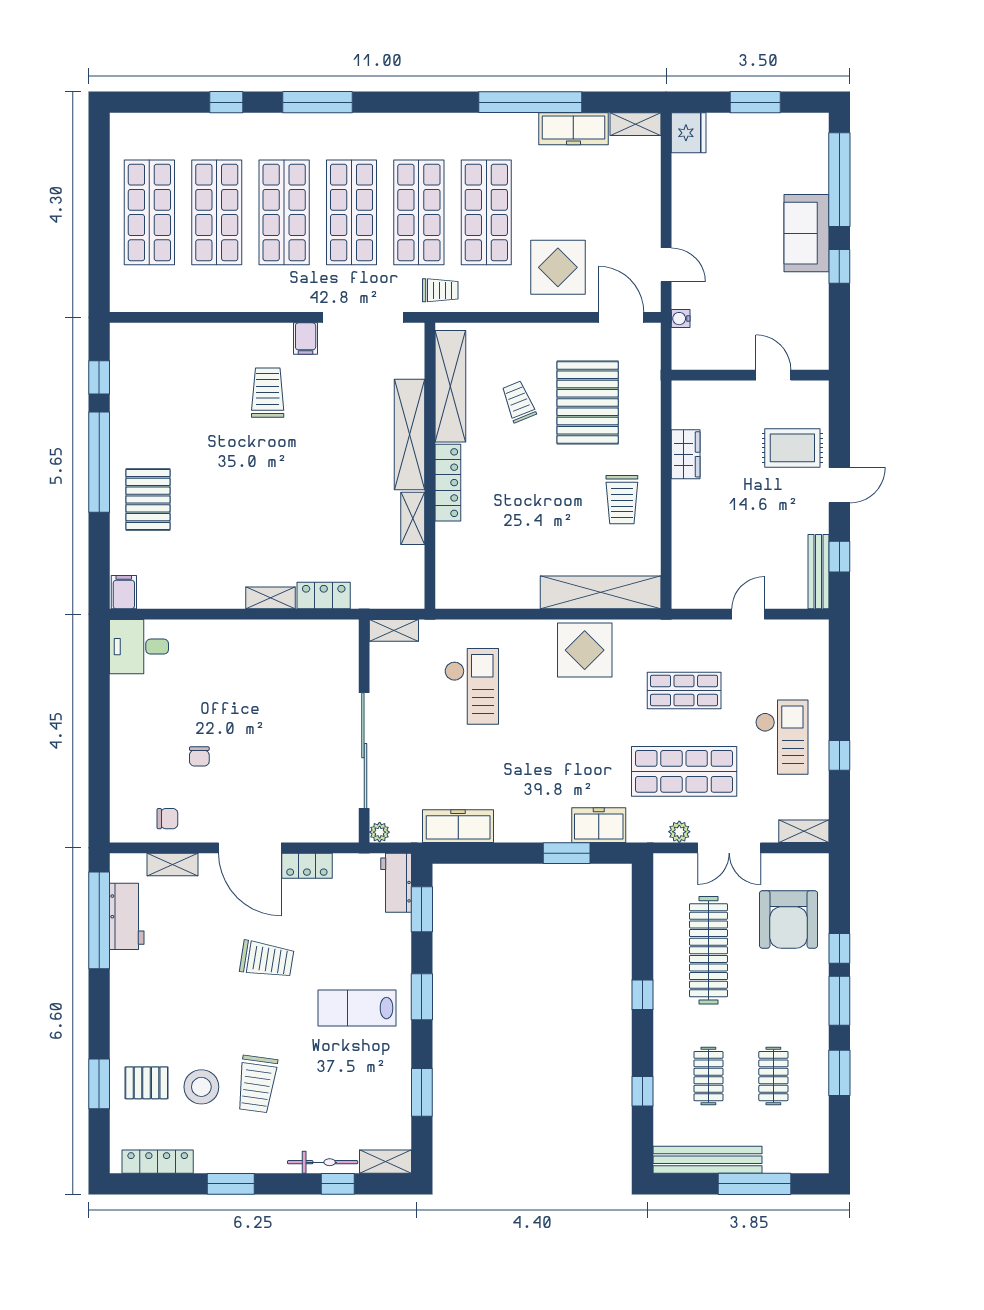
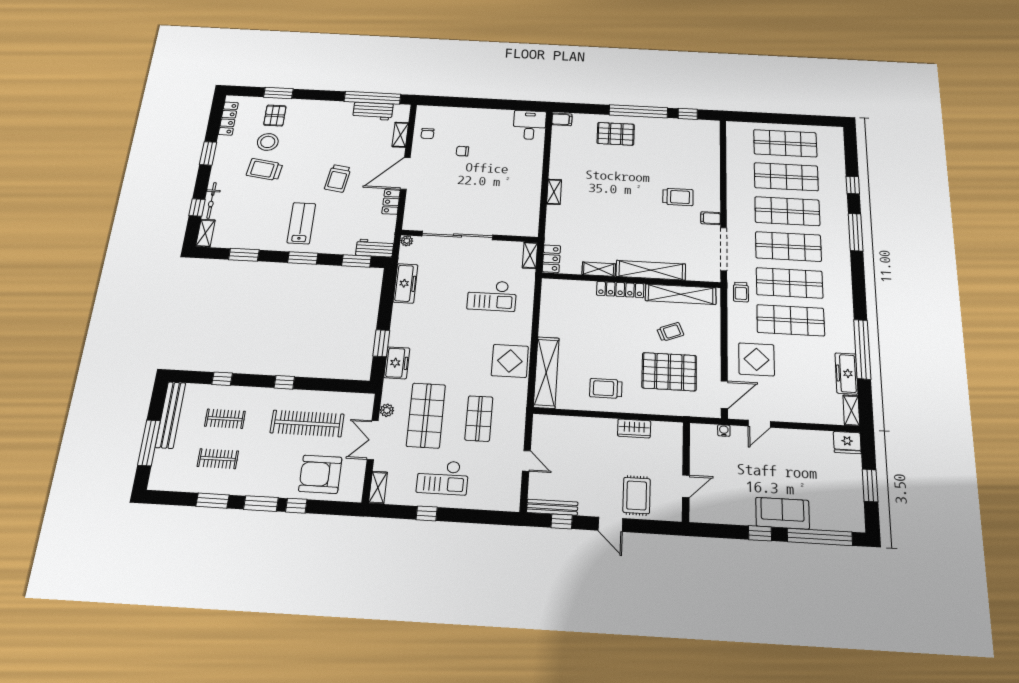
locker: (324, 595) -> (551, 259), moved

